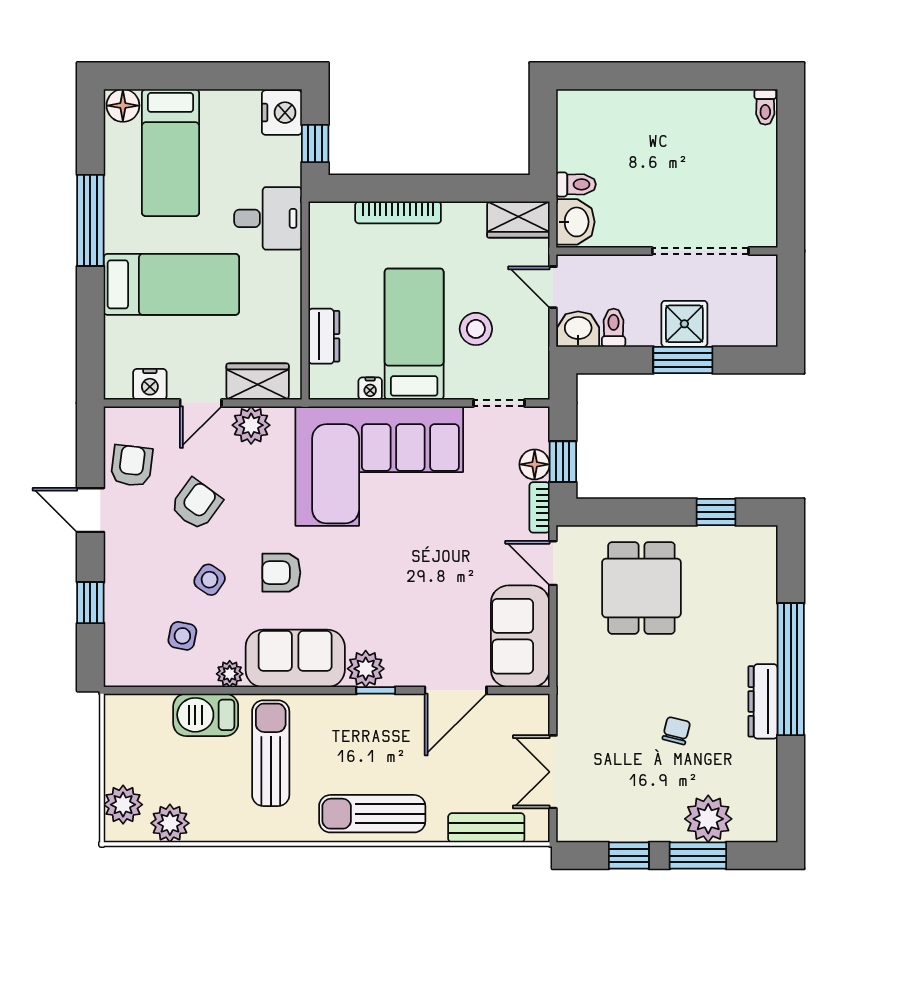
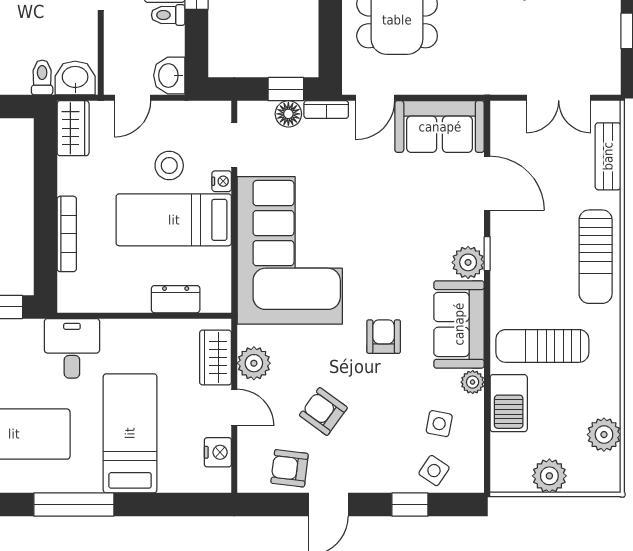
toilet: (614, 328) -> (168, 15), moved
nightstand: (370, 389) -> (222, 181), moved
armchair: (281, 573) -> (384, 337), turned 180
side table: (210, 580) -> (434, 471), moved
plant: (123, 805) -> (549, 476), moved

